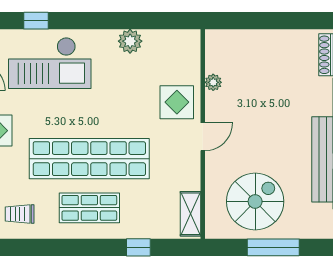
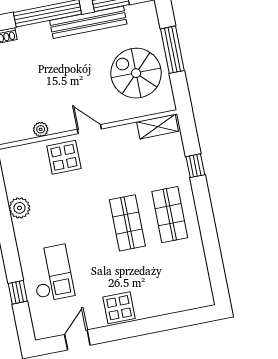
checkout: (50, 63) -> (52, 273), width x0.73, depth x0.83
shop shelf: (89, 159) -> (127, 223), width x0.50, depth x0.74
trolley: (20, 214) -> (187, 274), removed

